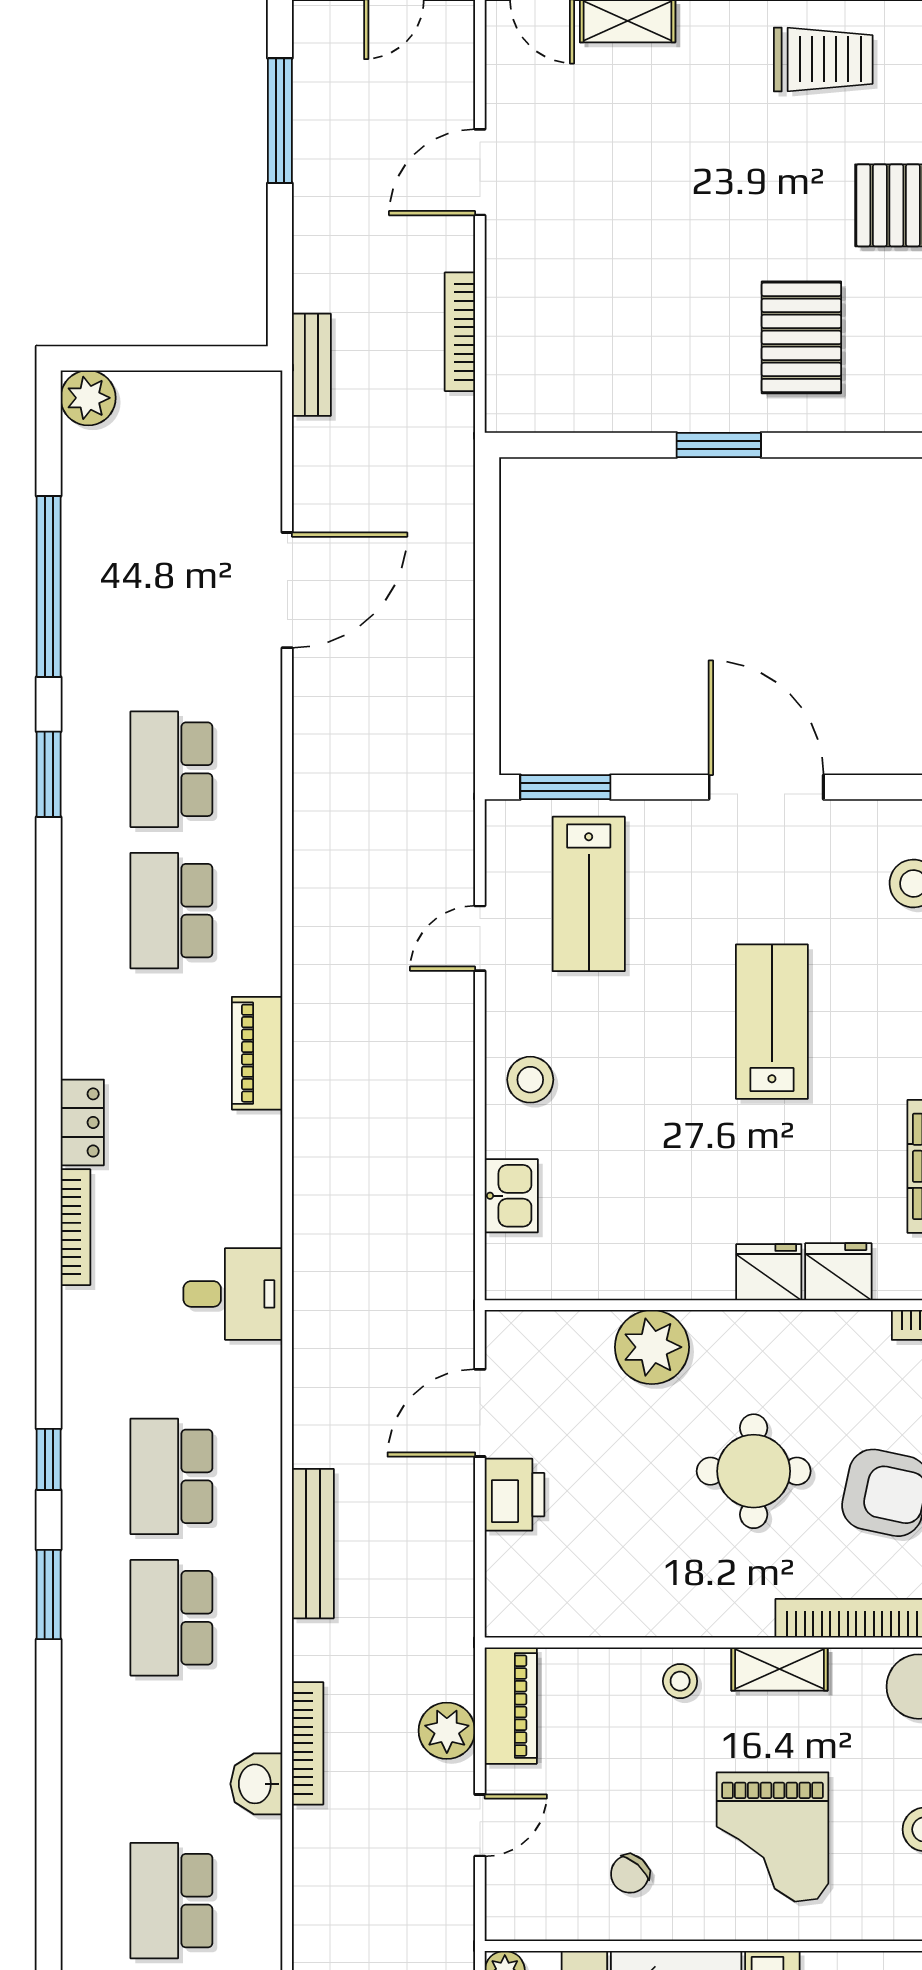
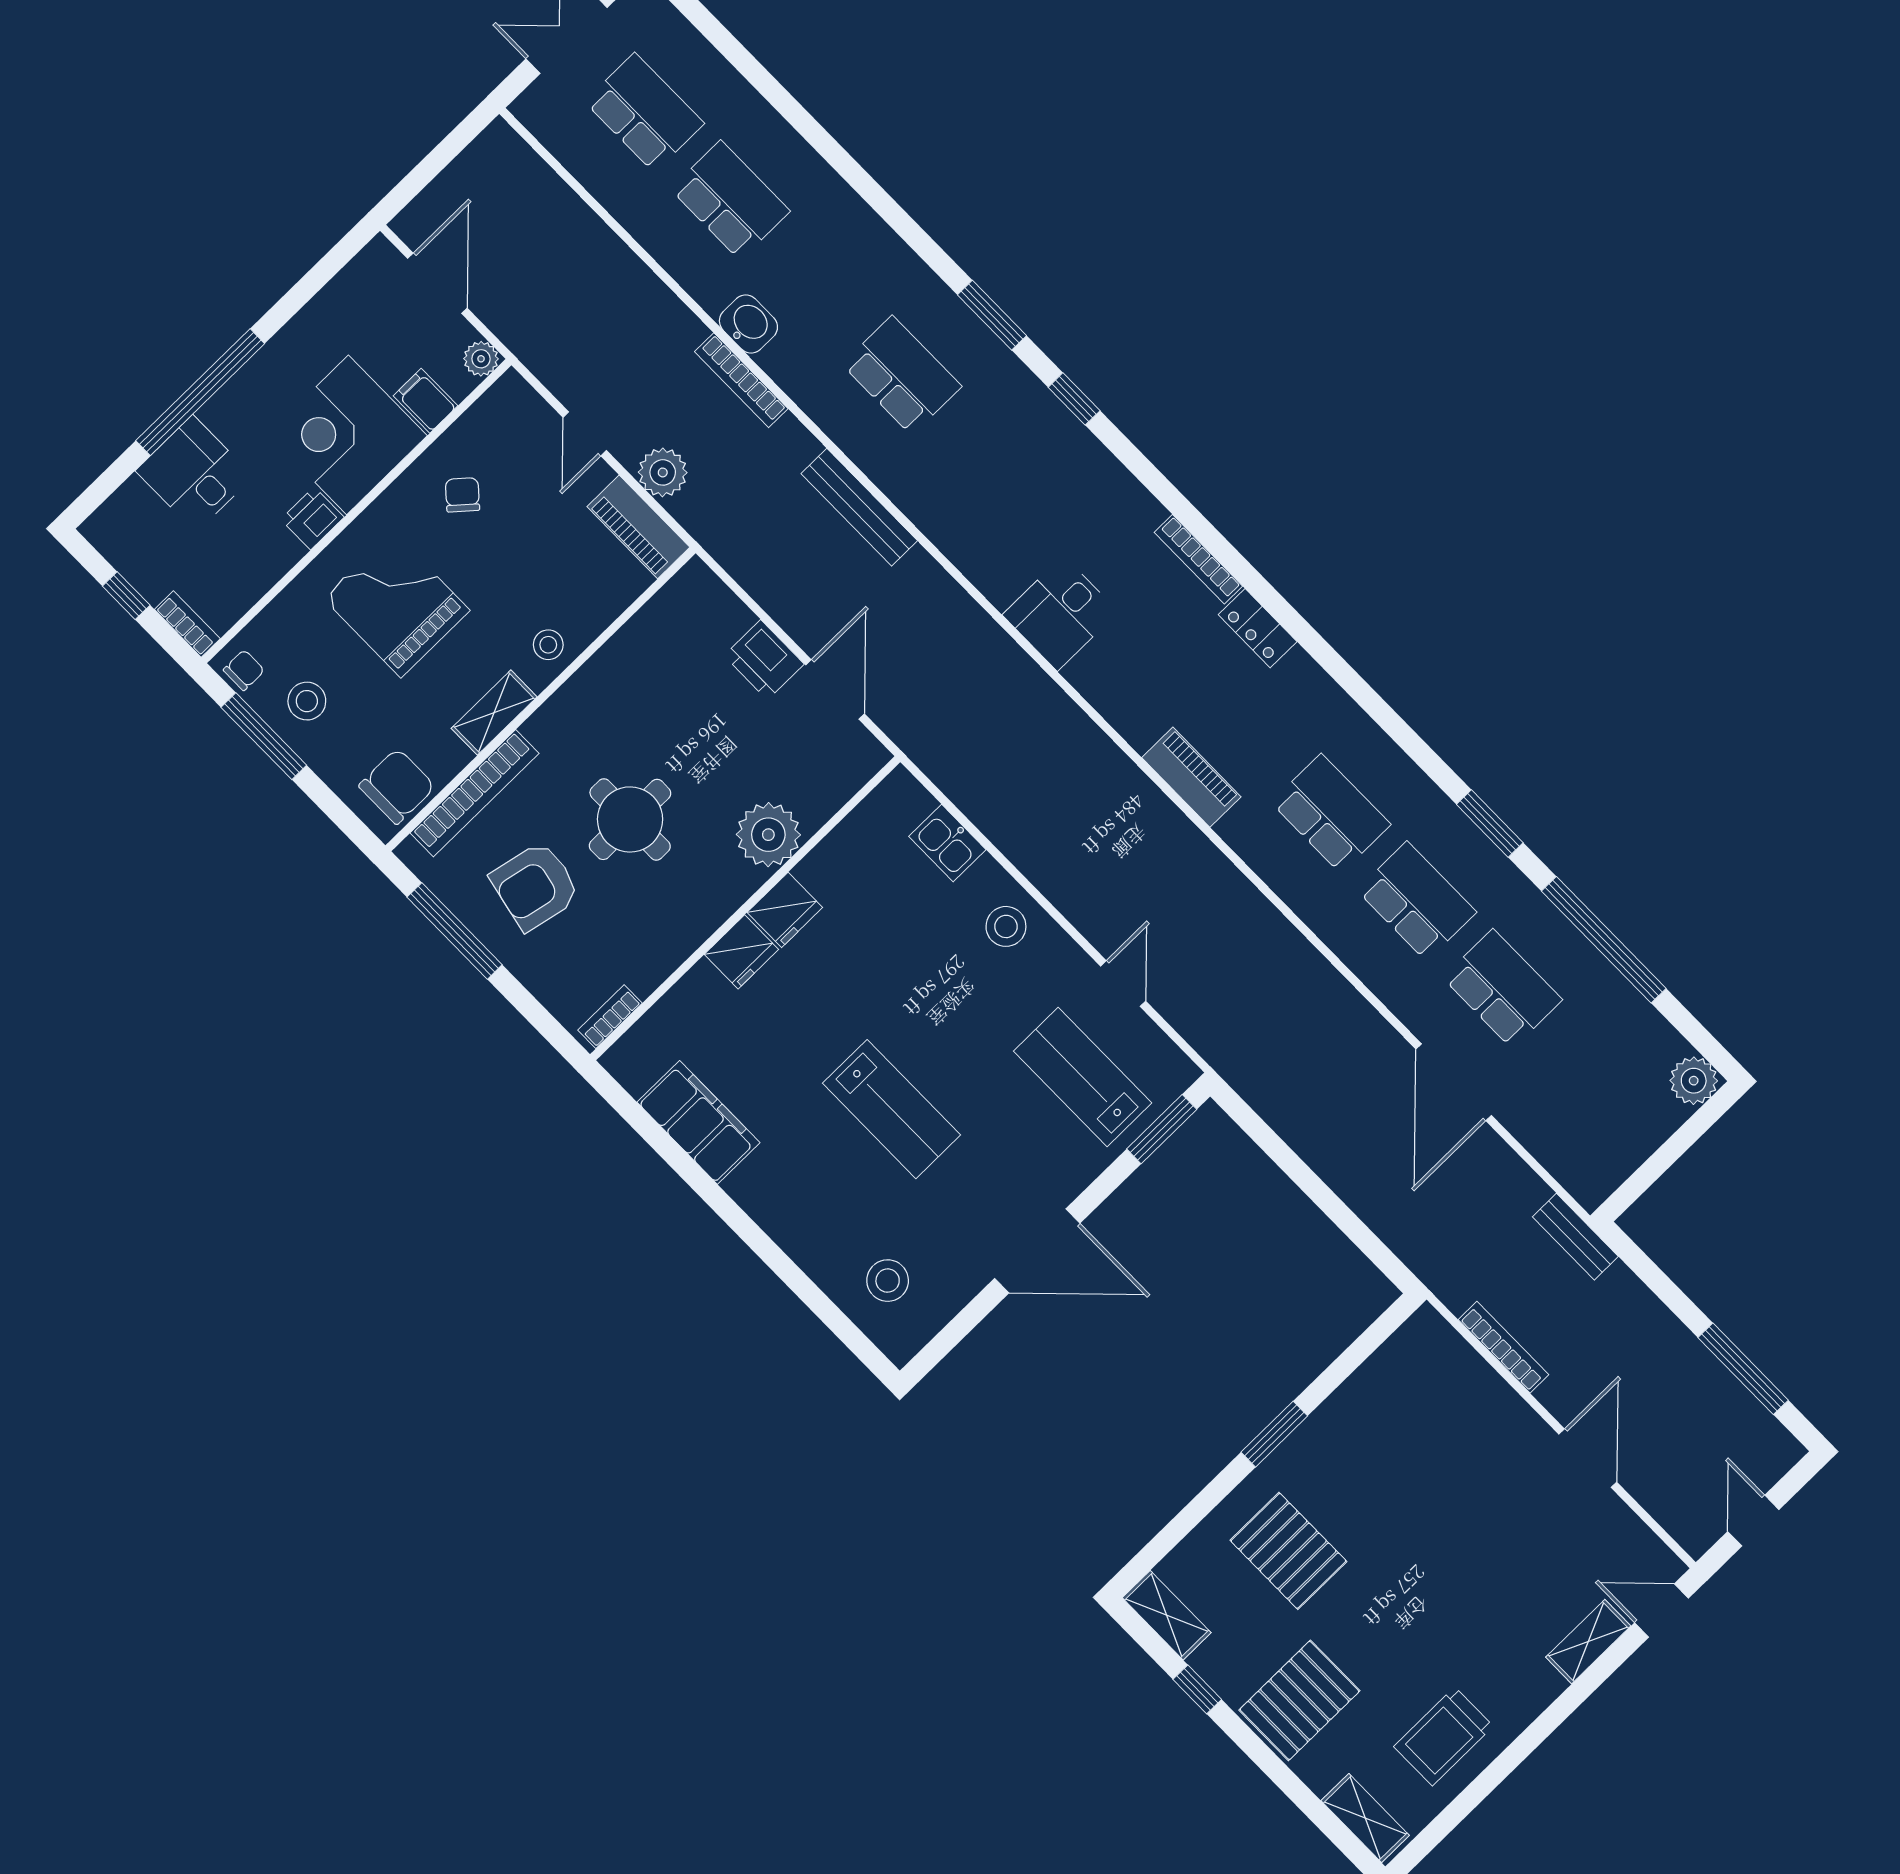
fridge: (838, 1272) -> (785, 910), moved
school desk: (171, 1476) -> (1503, 989), moved

